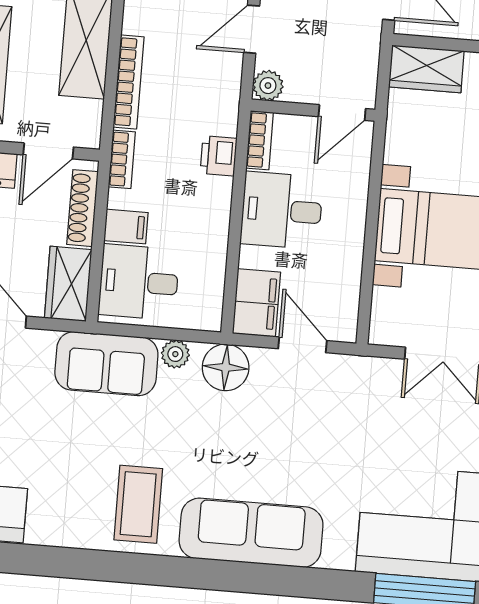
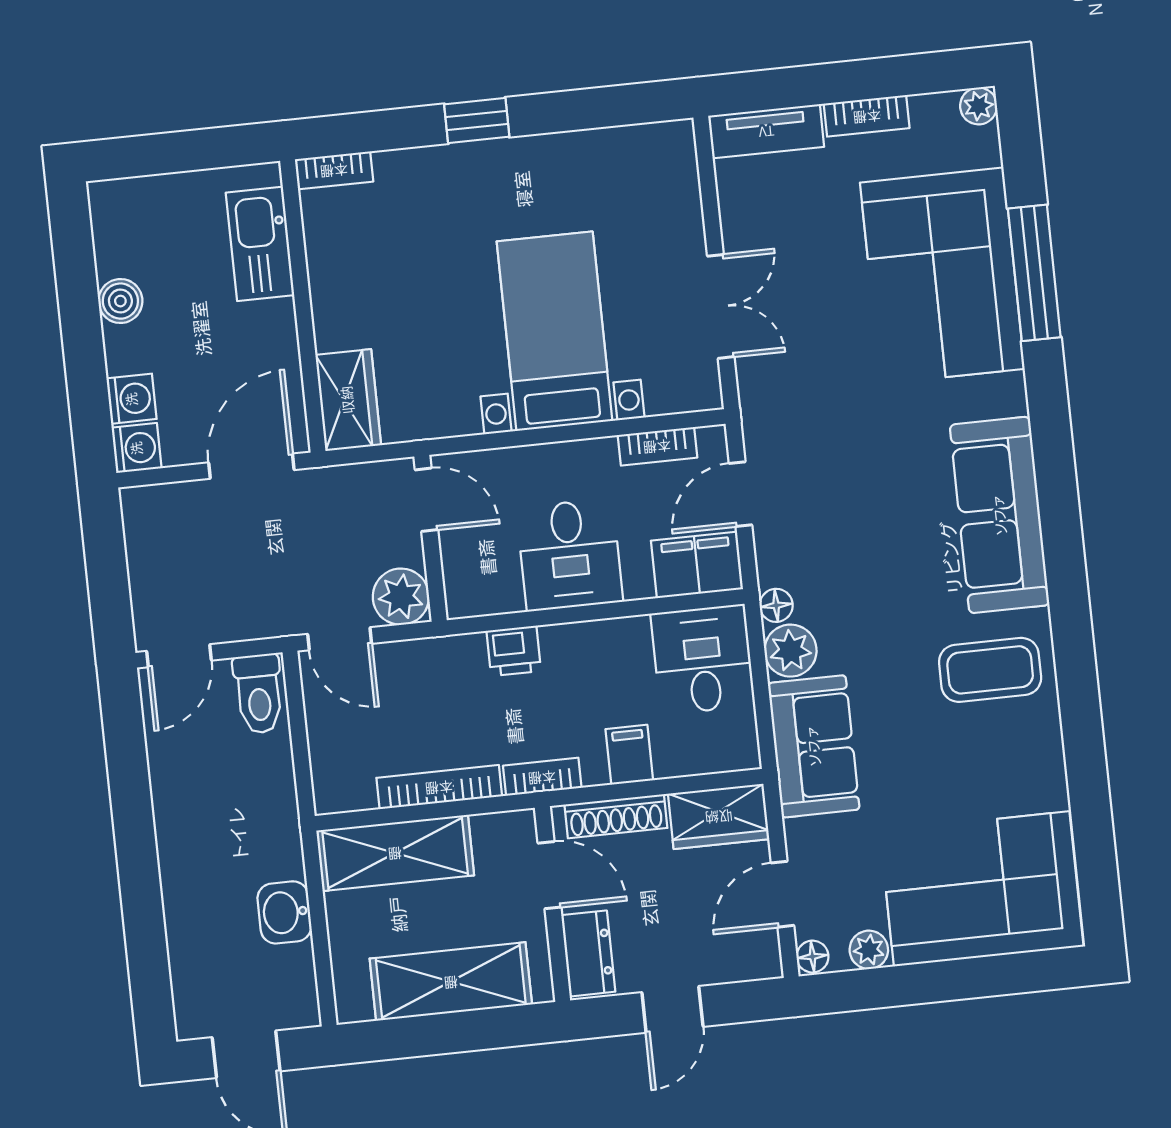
plant: (268, 86) -> (401, 597), width x1.38, depth x1.38
bookcase: (260, 140) -> (657, 446), moved, turned 180
desk: (139, 282) -> (703, 660), moved, turned 180
plant: (175, 354) -> (790, 651), width x1.38, depth x1.38
floor lamp: (226, 367) -> (776, 605), width x0.53, depth x0.53

